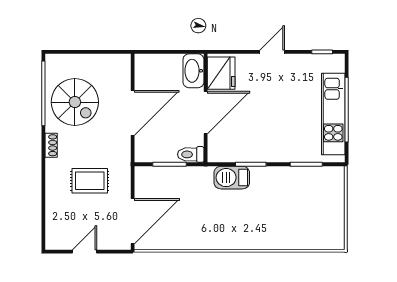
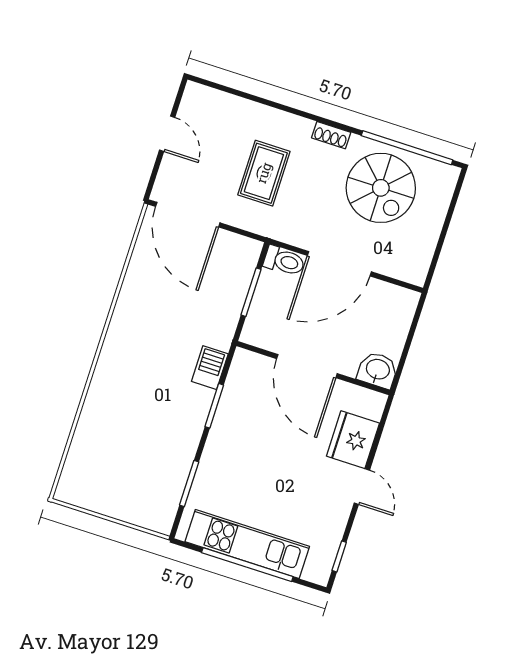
washbasin: (193, 71) -> (378, 370), width x0.72
fridge: (221, 73) -> (353, 440), moved, turned 90
spiral stairs: (75, 102) -> (381, 188), turned -90
door: (133, 113) -> (339, 264), hinge flipped
toilet: (191, 154) -> (284, 261), moved, turned 90
barbecue: (232, 178) -> (210, 368), width x0.73, depth x0.79

